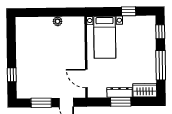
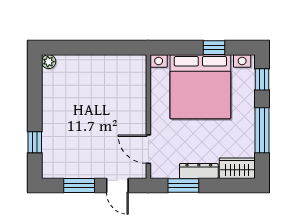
plant: (58, 21) -> (49, 62), moved
bed with nightstands: (105, 37) -> (200, 87), width x1.85
window: (121, 102) -> (183, 185), moved

